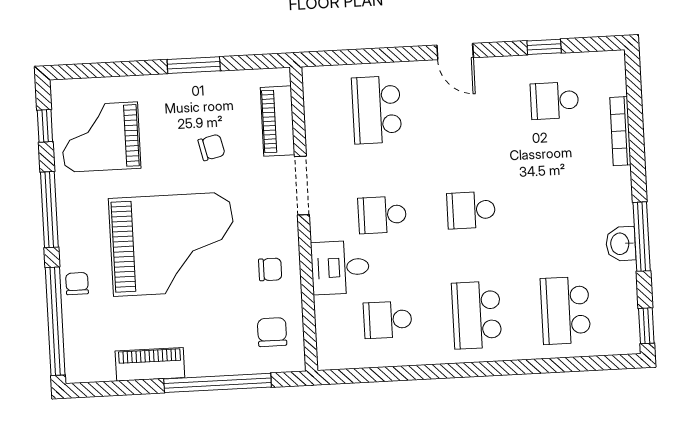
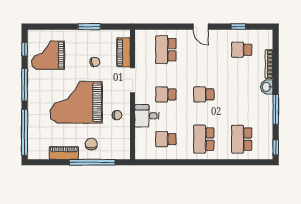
grand piano: (172, 244) -> (76, 102), turned 180
washbasin: (621, 244) -> (267, 87), moved
chair: (77, 284) -> (35, 117), removed
chair: (272, 332) -> (91, 144), moved

